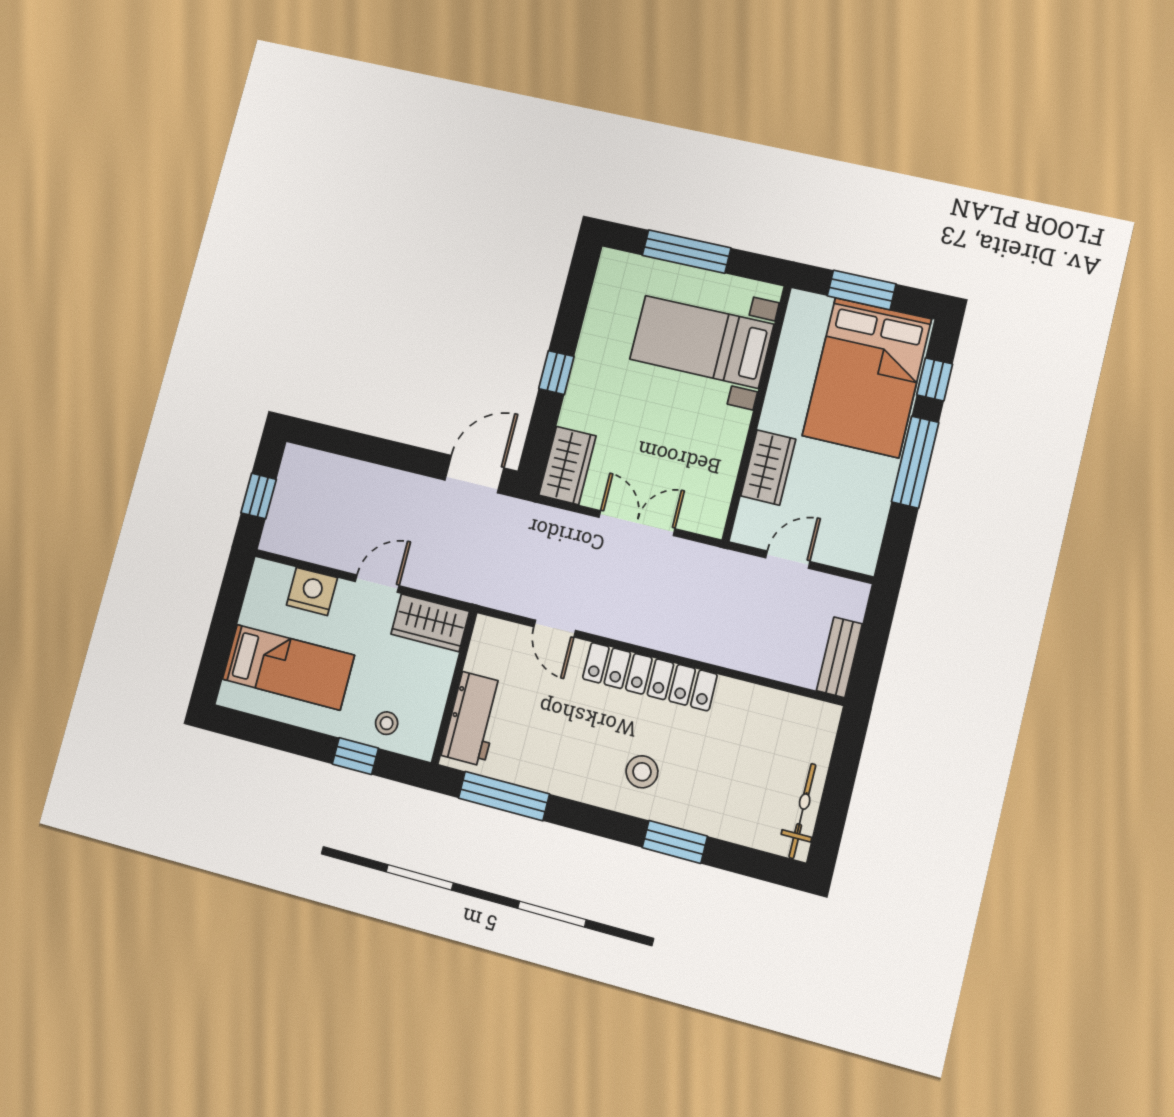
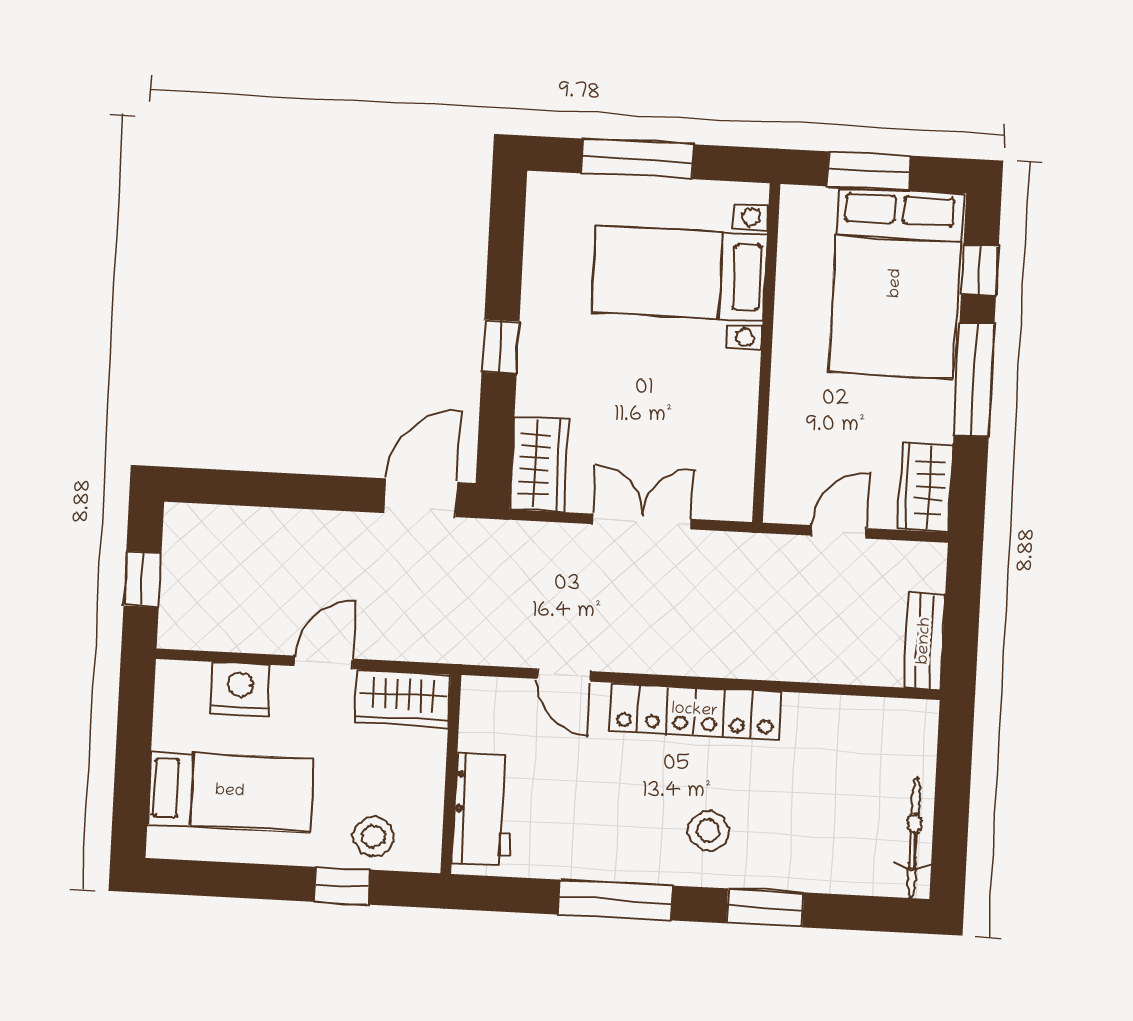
wardrobe: (768, 467) -> (925, 487), moved, turned 180
stool: (387, 723) -> (374, 836), width x1.37, depth x1.37
window: (504, 796) -> (615, 900), moved

